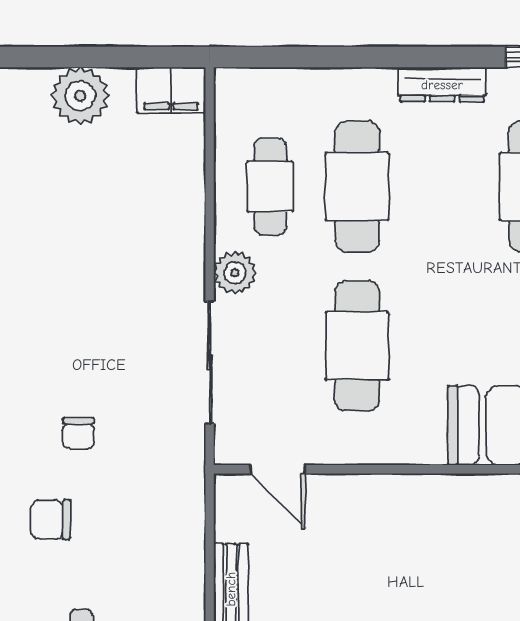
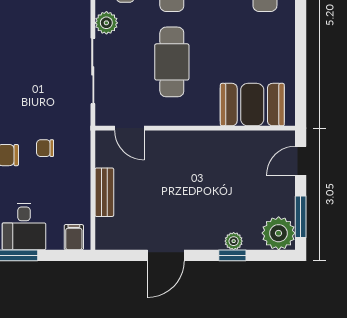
chair: (78, 433) -> (45, 148), moved, turned 90

